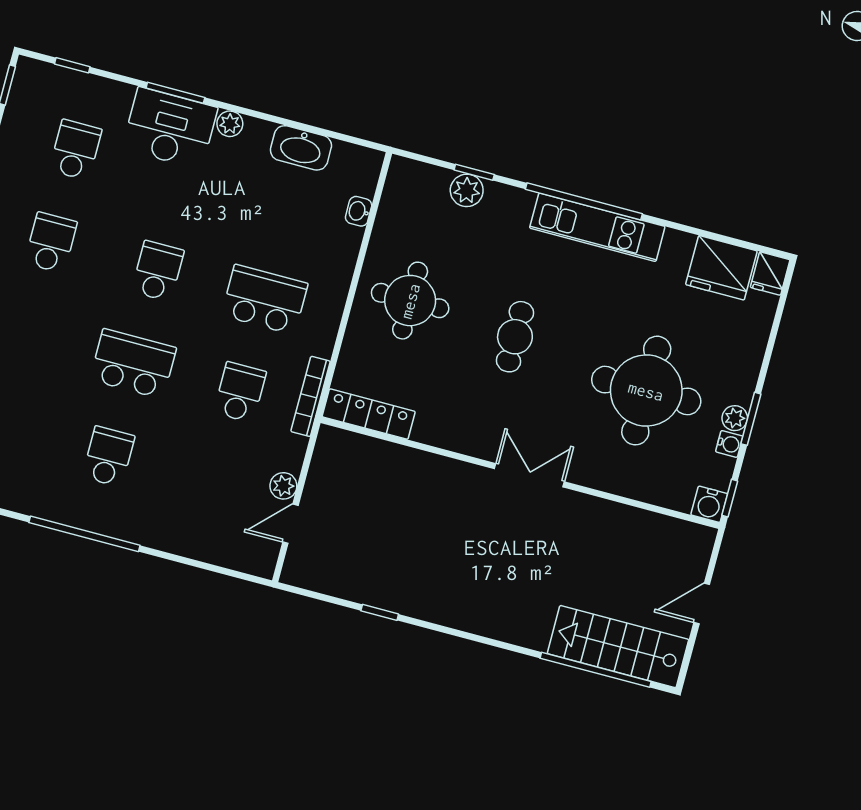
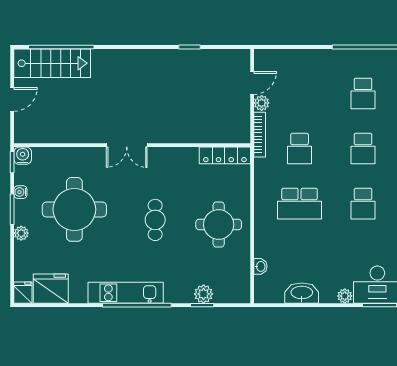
school desk: (133, 364) -> (363, 149), width x0.54
bookcase: (311, 396) -> (260, 135), moved
plant: (735, 418) -> (21, 233), moved

